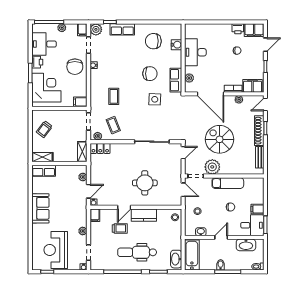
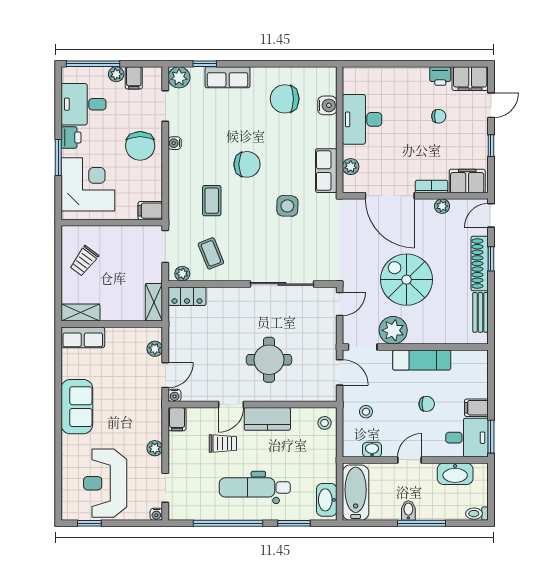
filing cabinet: (82, 30) -> (134, 78), moved
chair: (150, 74) -> (247, 164), moved

